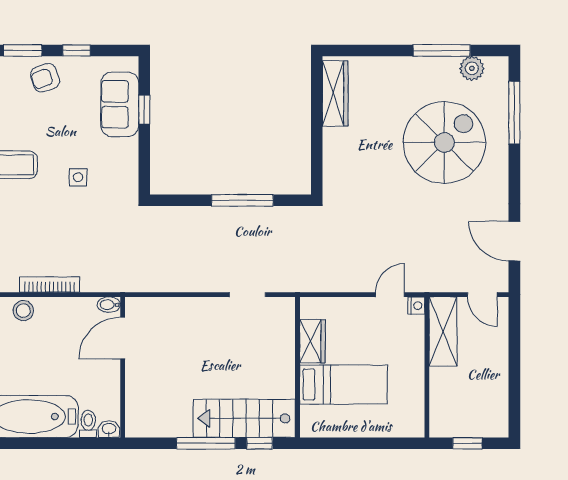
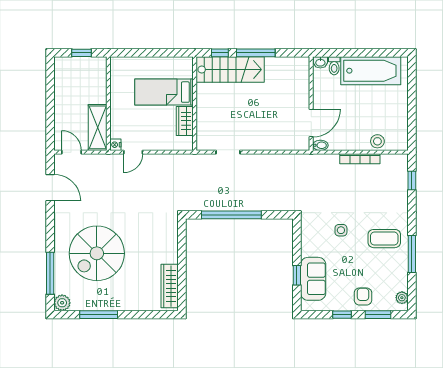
plant: (472, 68) -> (62, 303), moved
armchair: (45, 78) -> (363, 296), turned -71
window: (242, 200) -> (231, 215), width x1.46

